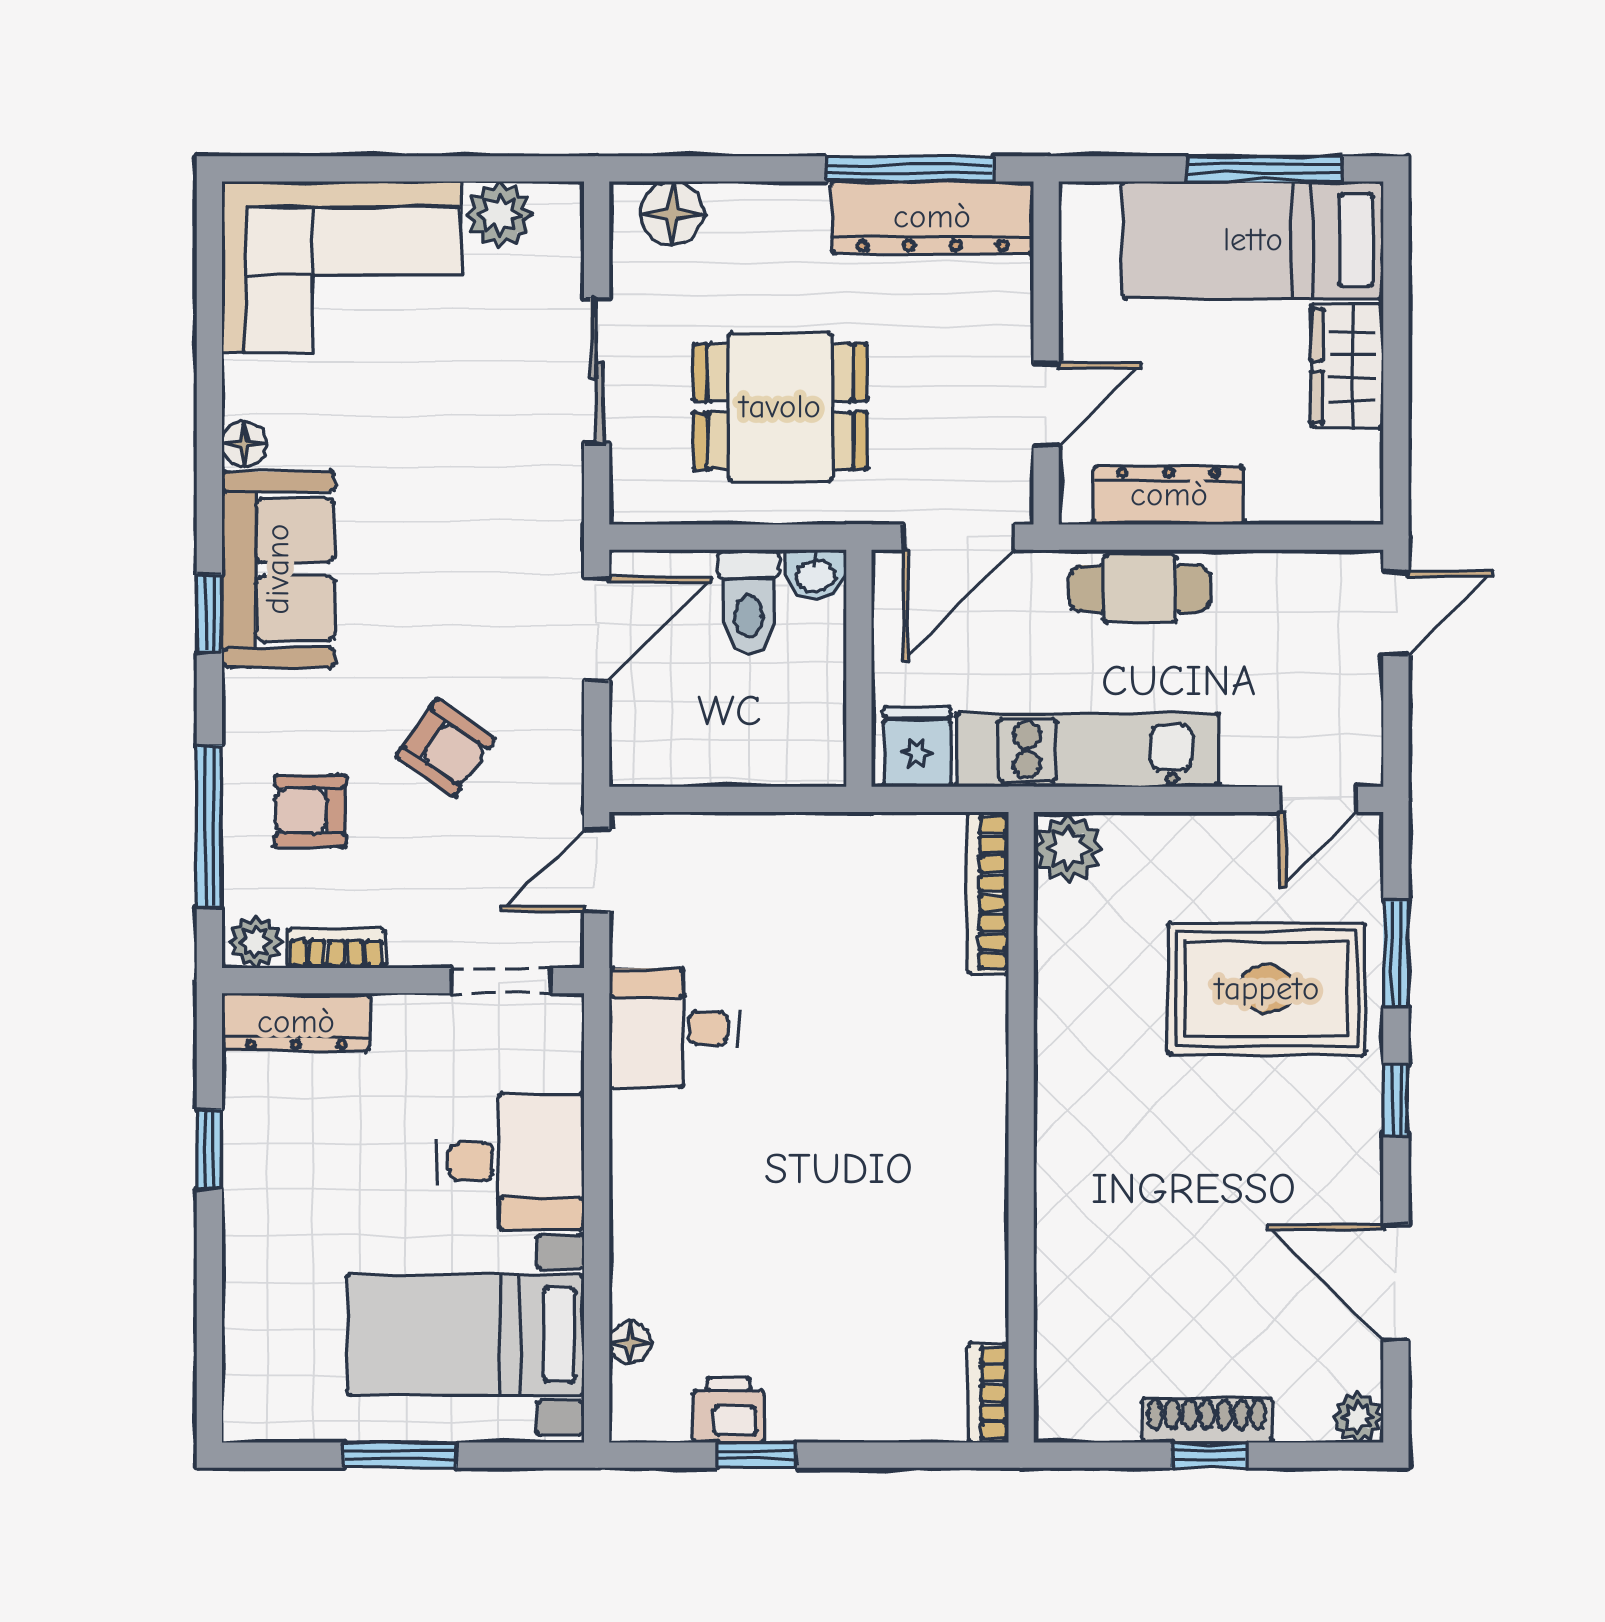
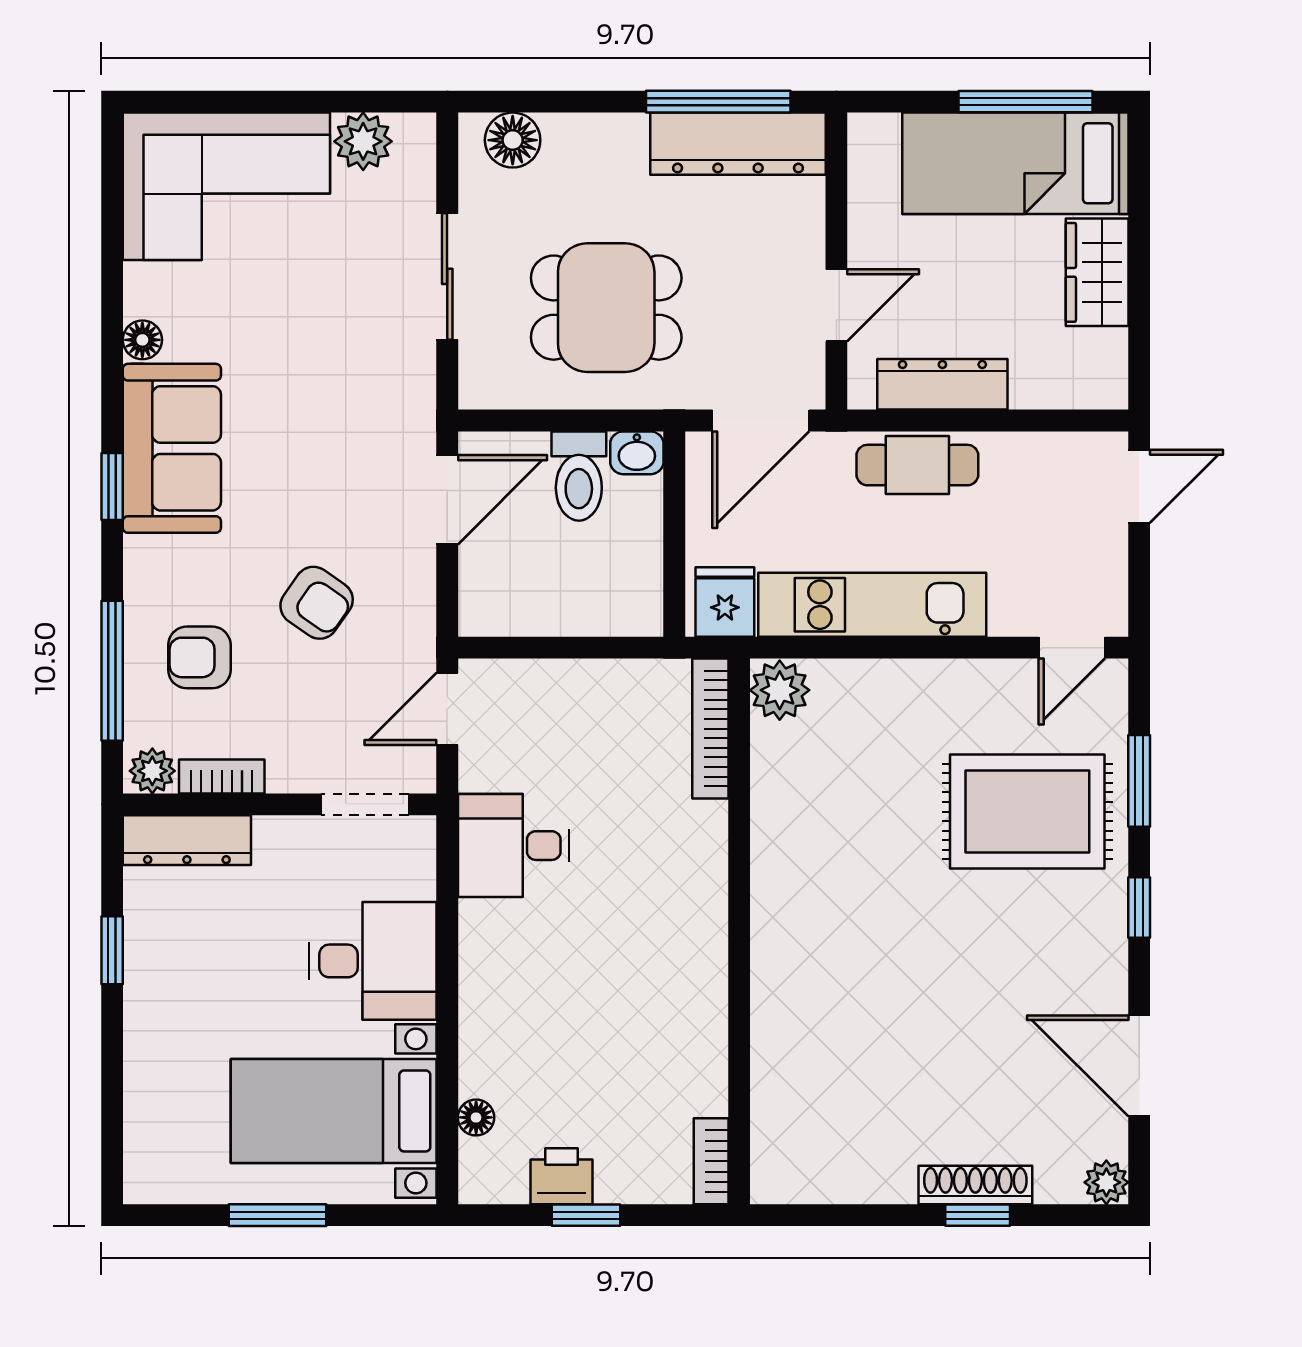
plant: (1068, 849) -> (780, 690), moved
bookcase: (988, 893) -> (710, 729), moved
wall: (1021, 1127) -> (739, 931), moved
bookcase: (989, 1393) -> (711, 1161), moved

